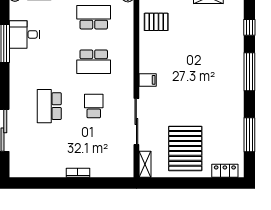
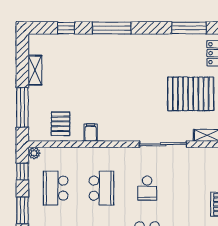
filing cabinet: (148, 80) -> (91, 133), moved
school desk: (94, 106) -> (147, 188), turned -90
window: (249, 135) -> (189, 28), moved

